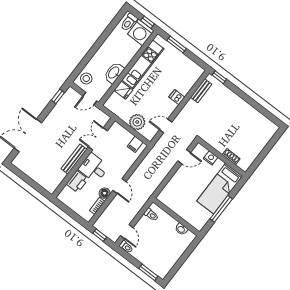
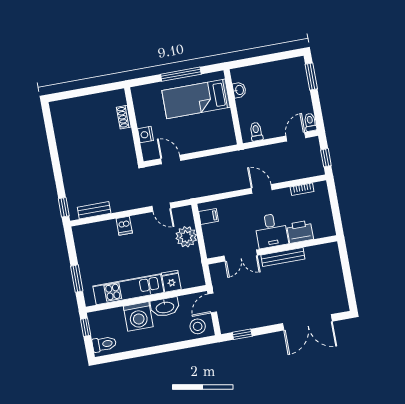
washing machine: (141, 32) -> (138, 316), moved, turned 90
door: (90, 99) -> (212, 303), swing flipped
door: (120, 186) -> (262, 189), hinge flipped
bed: (220, 189) -> (196, 99), moved, turned 180
floor lamp: (105, 193) -> (283, 195), removed

